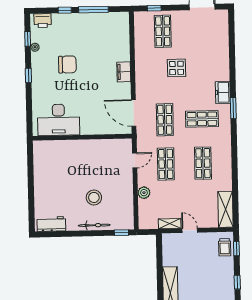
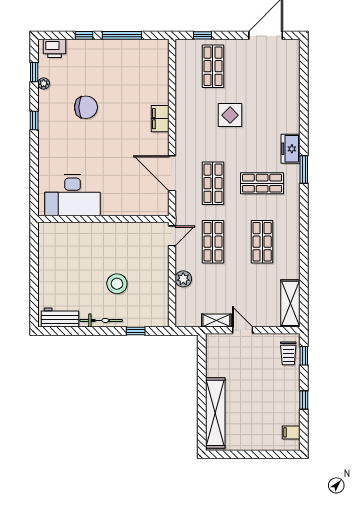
desk: (59, 120) -> (73, 195), moved
wall: (82, 137) -> (103, 219), moved
bicycle: (94, 225) -> (101, 320), moved
window: (121, 233) -> (136, 331), moved

